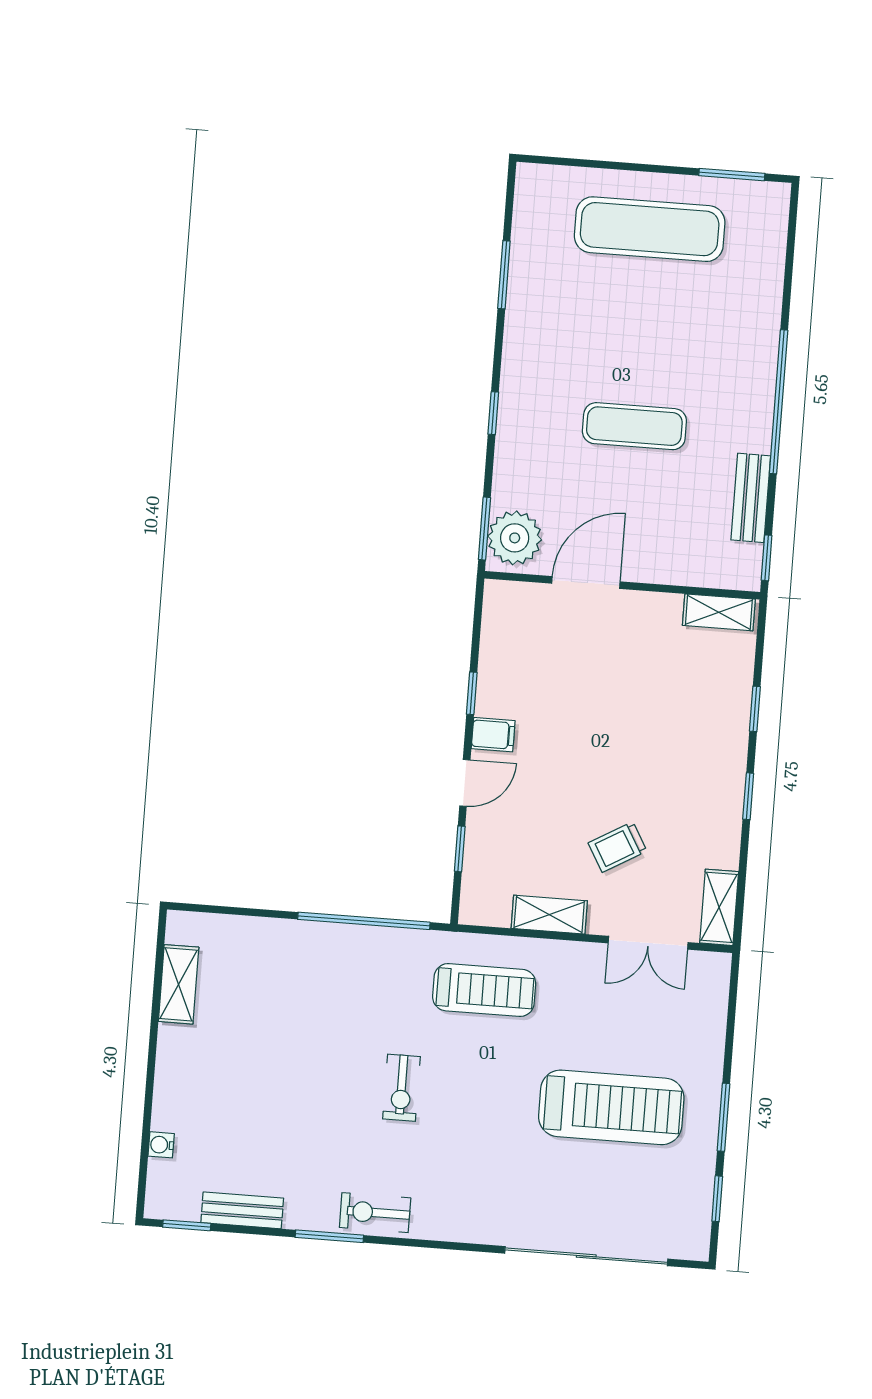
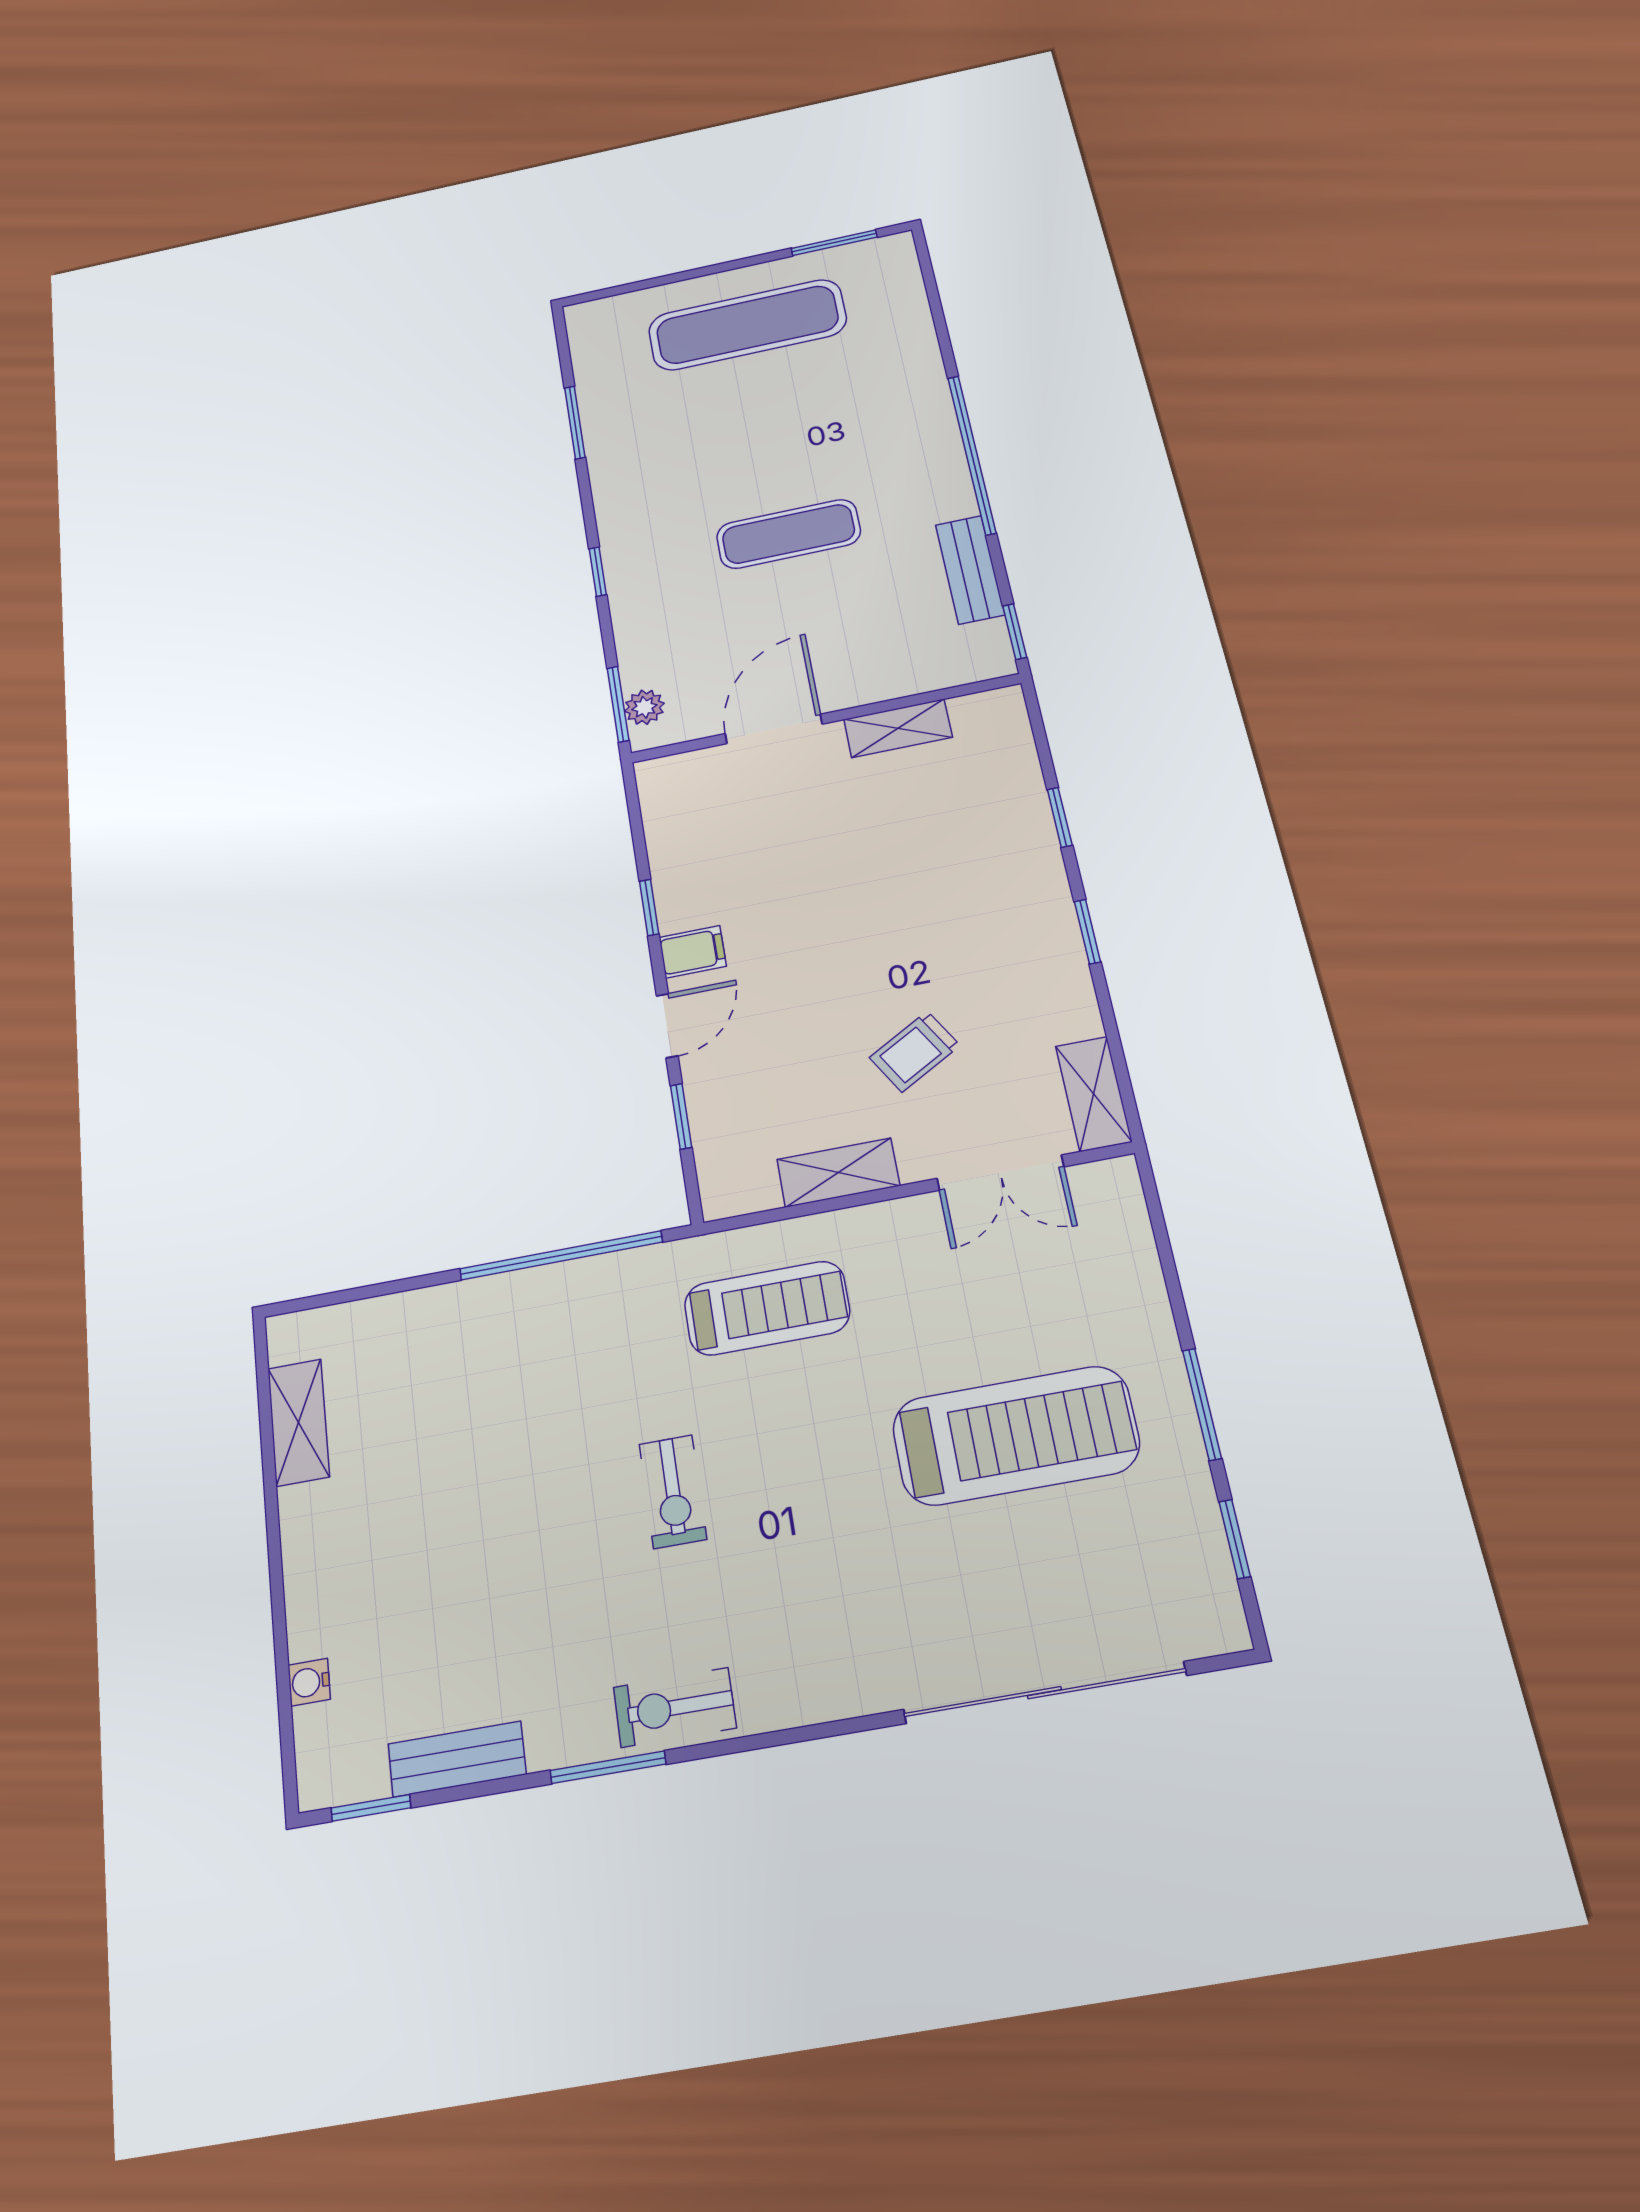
plant: (515, 538) -> (644, 707), width x0.53, depth x0.53
shelving: (719, 612) -> (898, 728), moved

